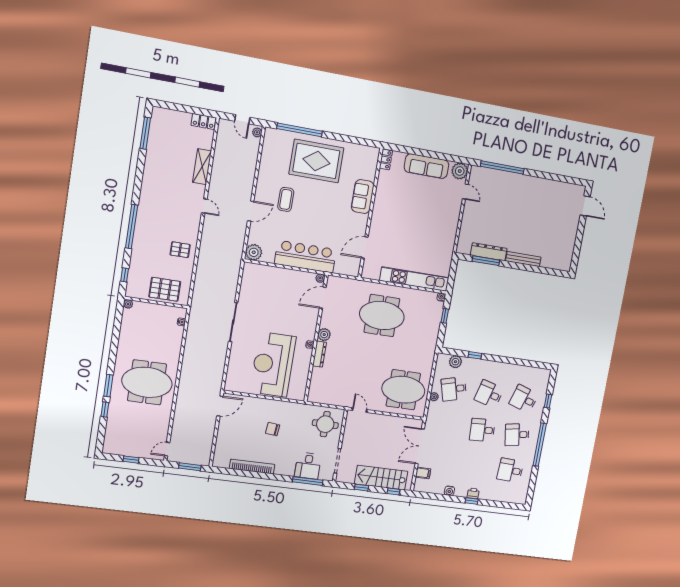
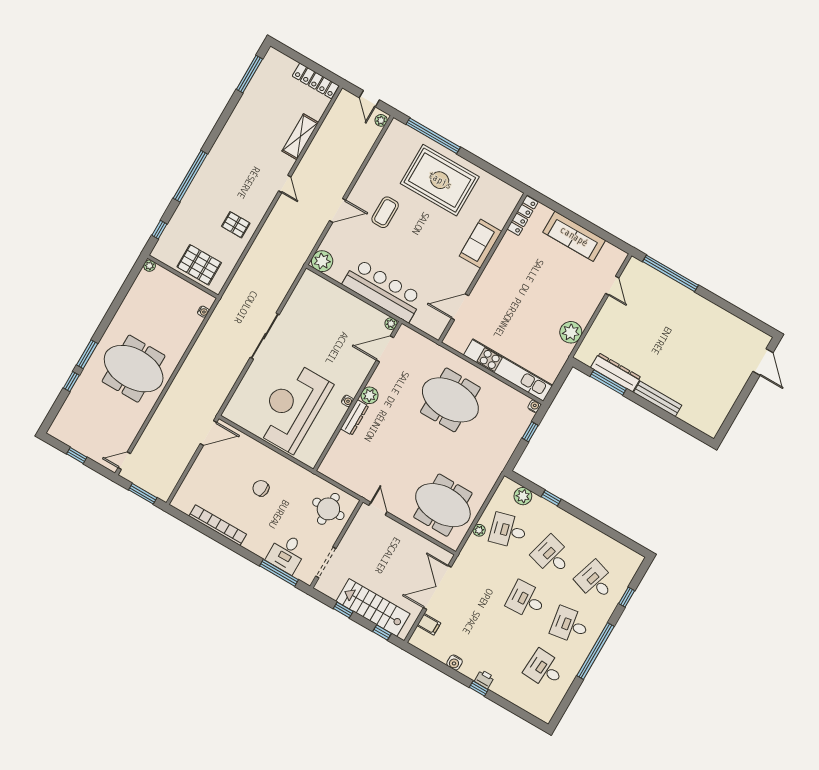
locker: (203, 121) -> (316, 81), width x1.53
locker: (386, 159) -> (523, 216), width x1.53
plant: (460, 171) -> (571, 332), moved

